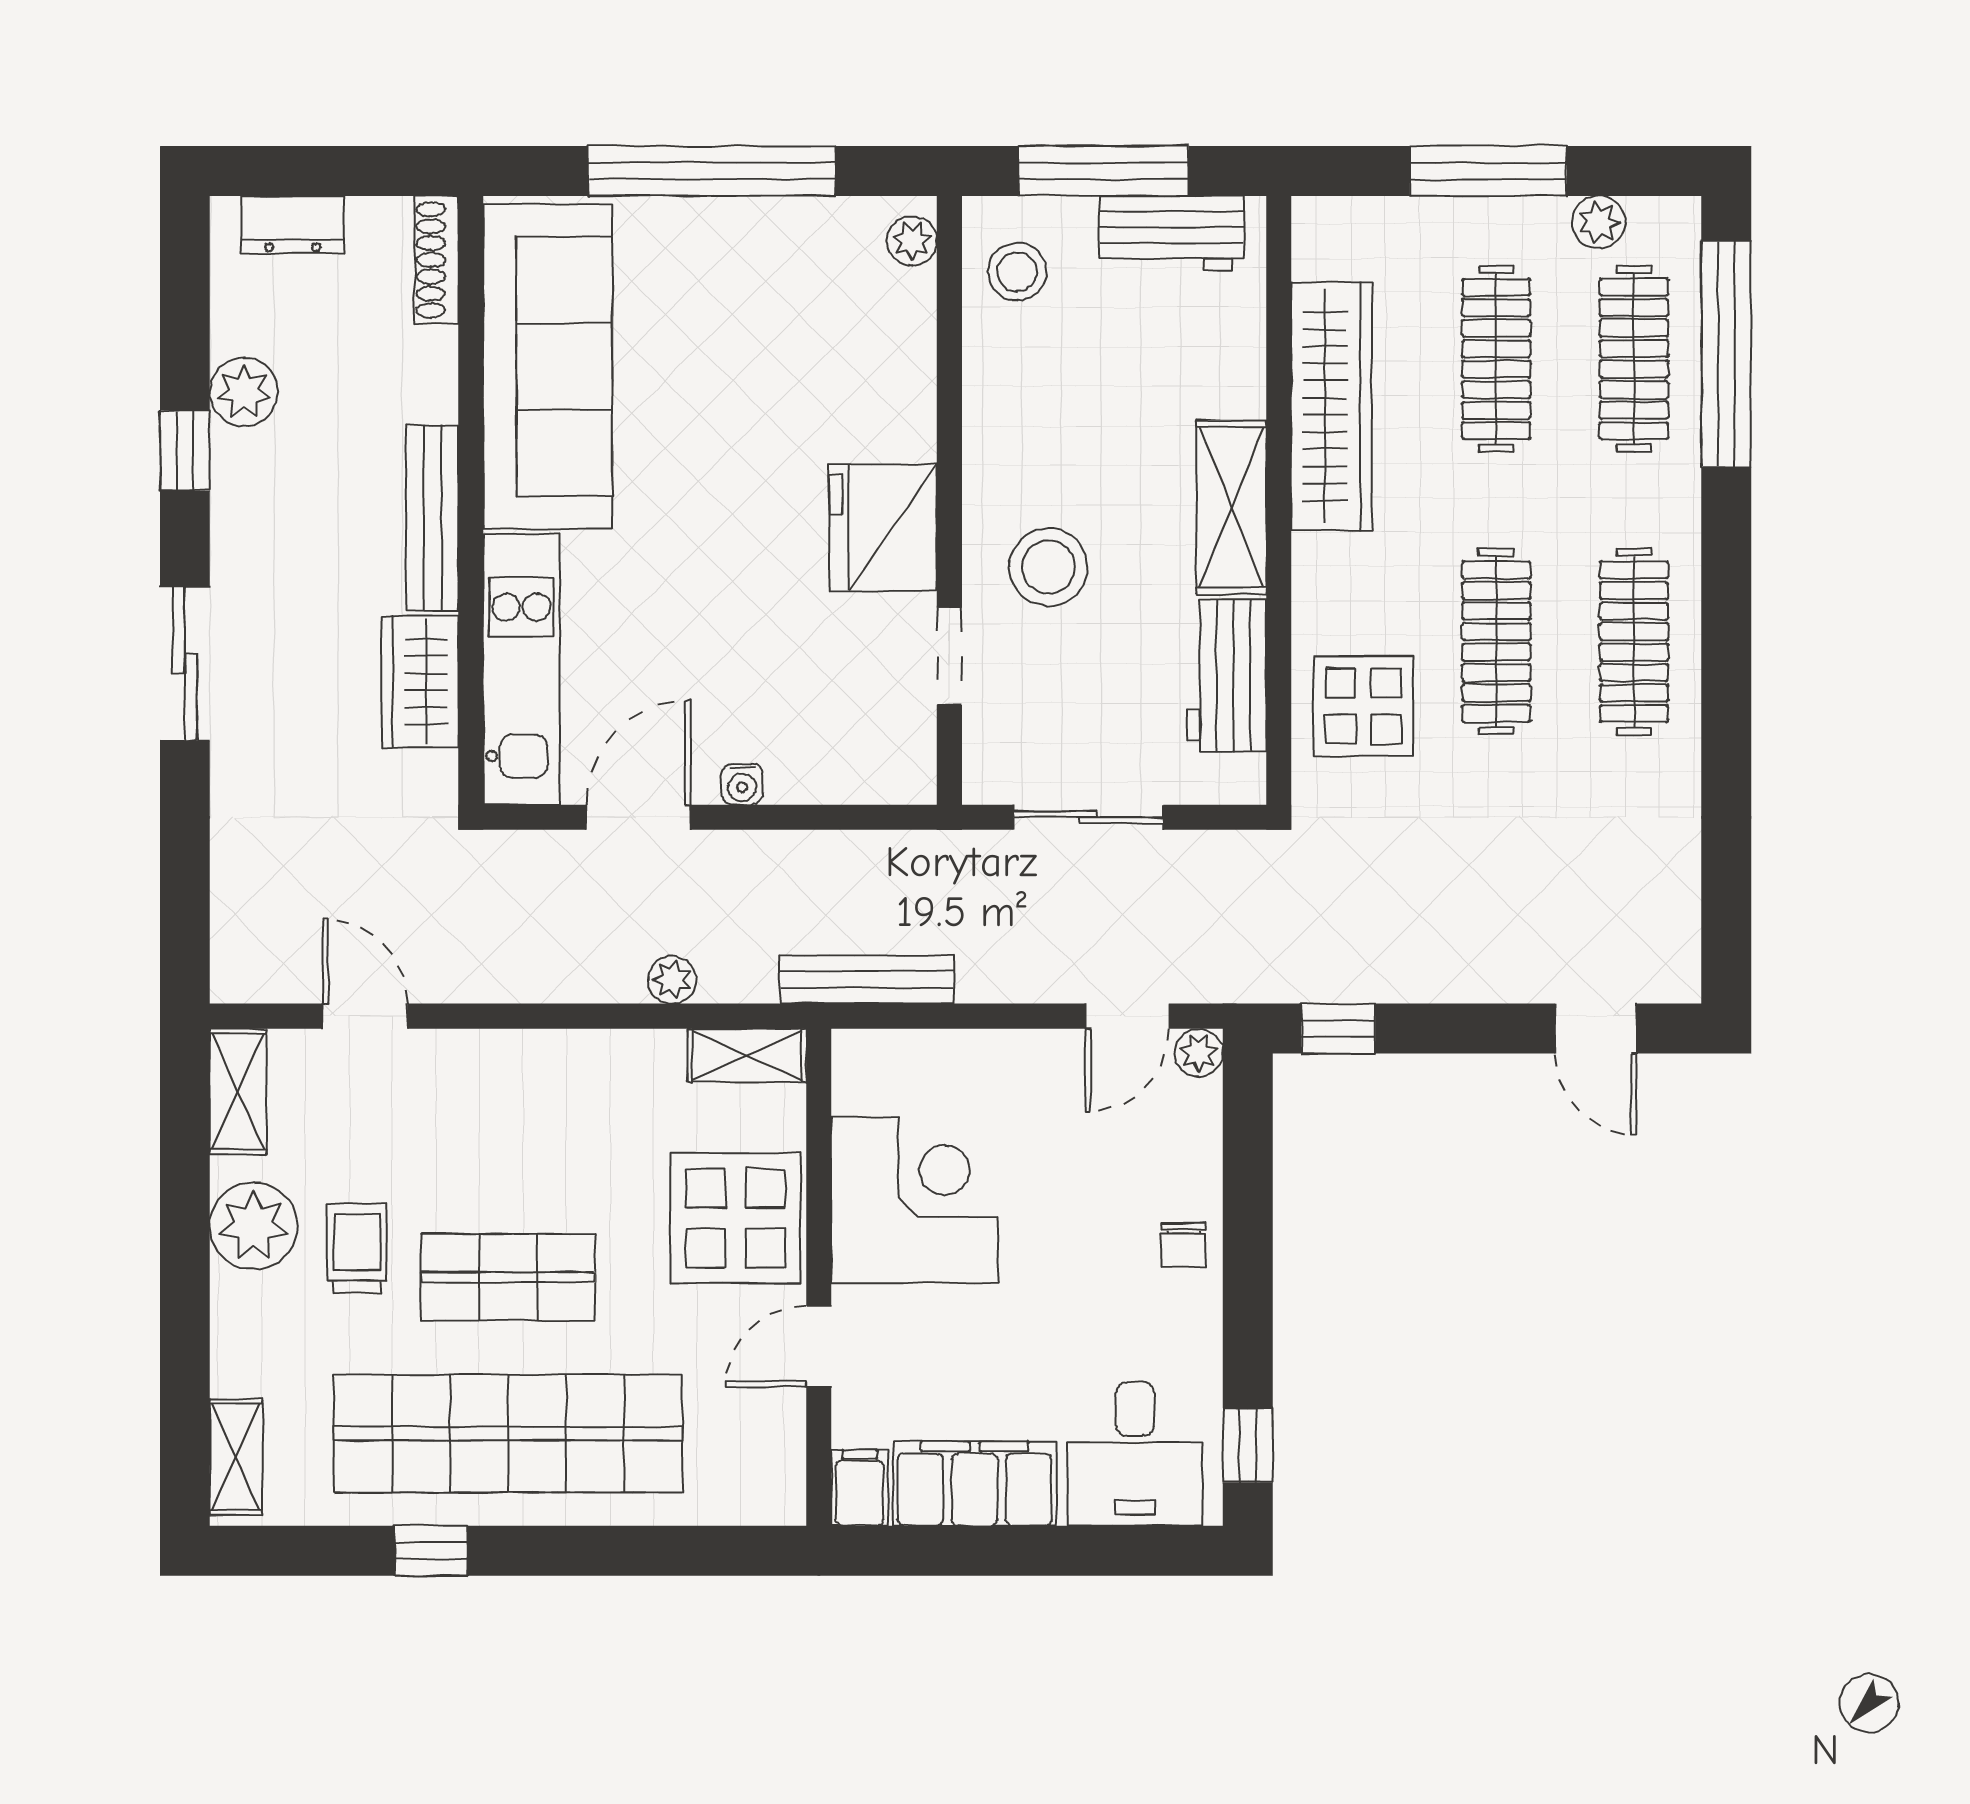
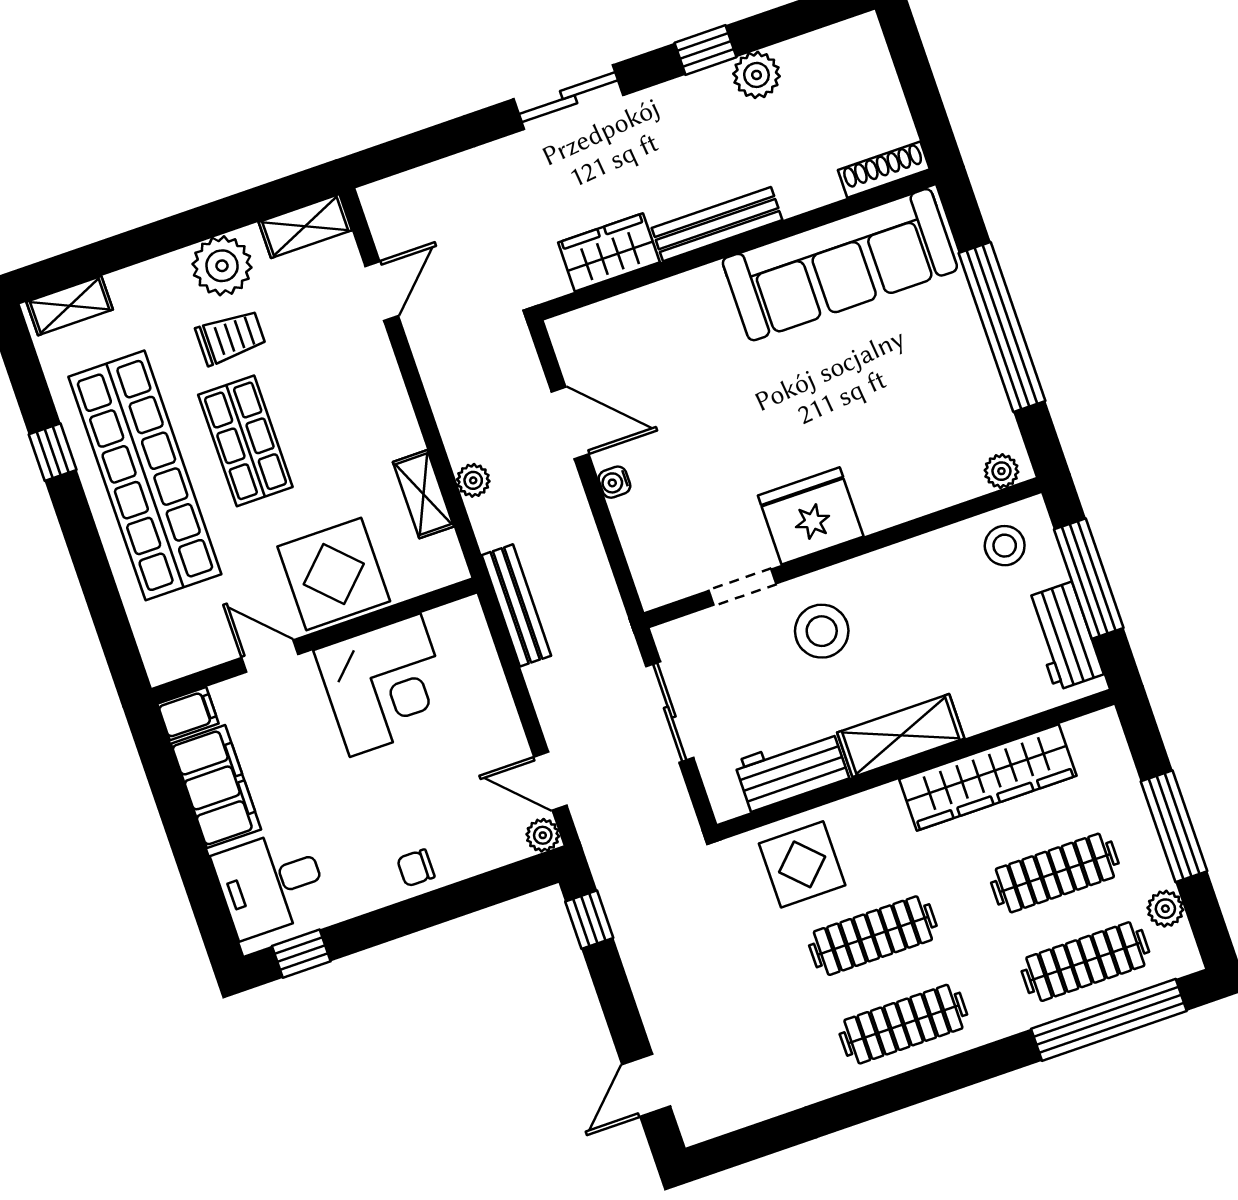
dresser: (293, 225) -> (875, 69), removed
kitchen unit: (521, 669) -> (639, 315), removed
shelving: (747, 1055) -> (423, 494), moved

